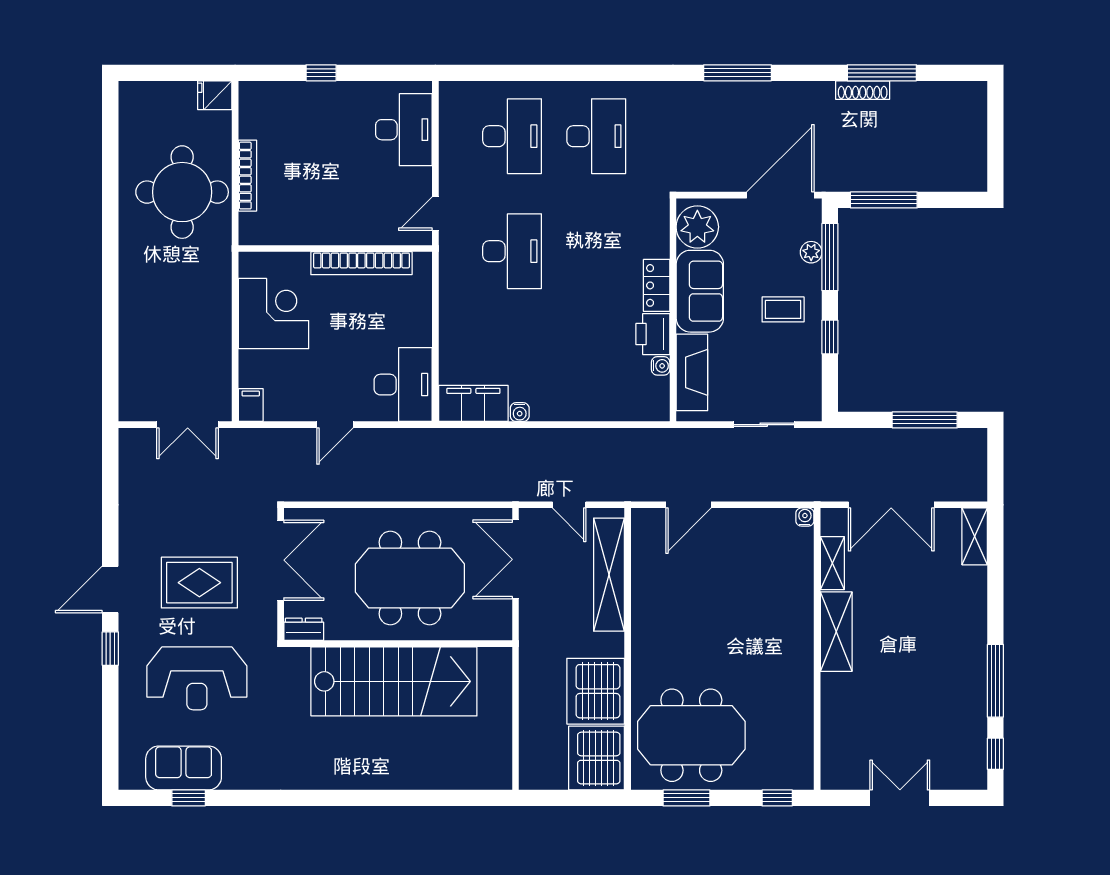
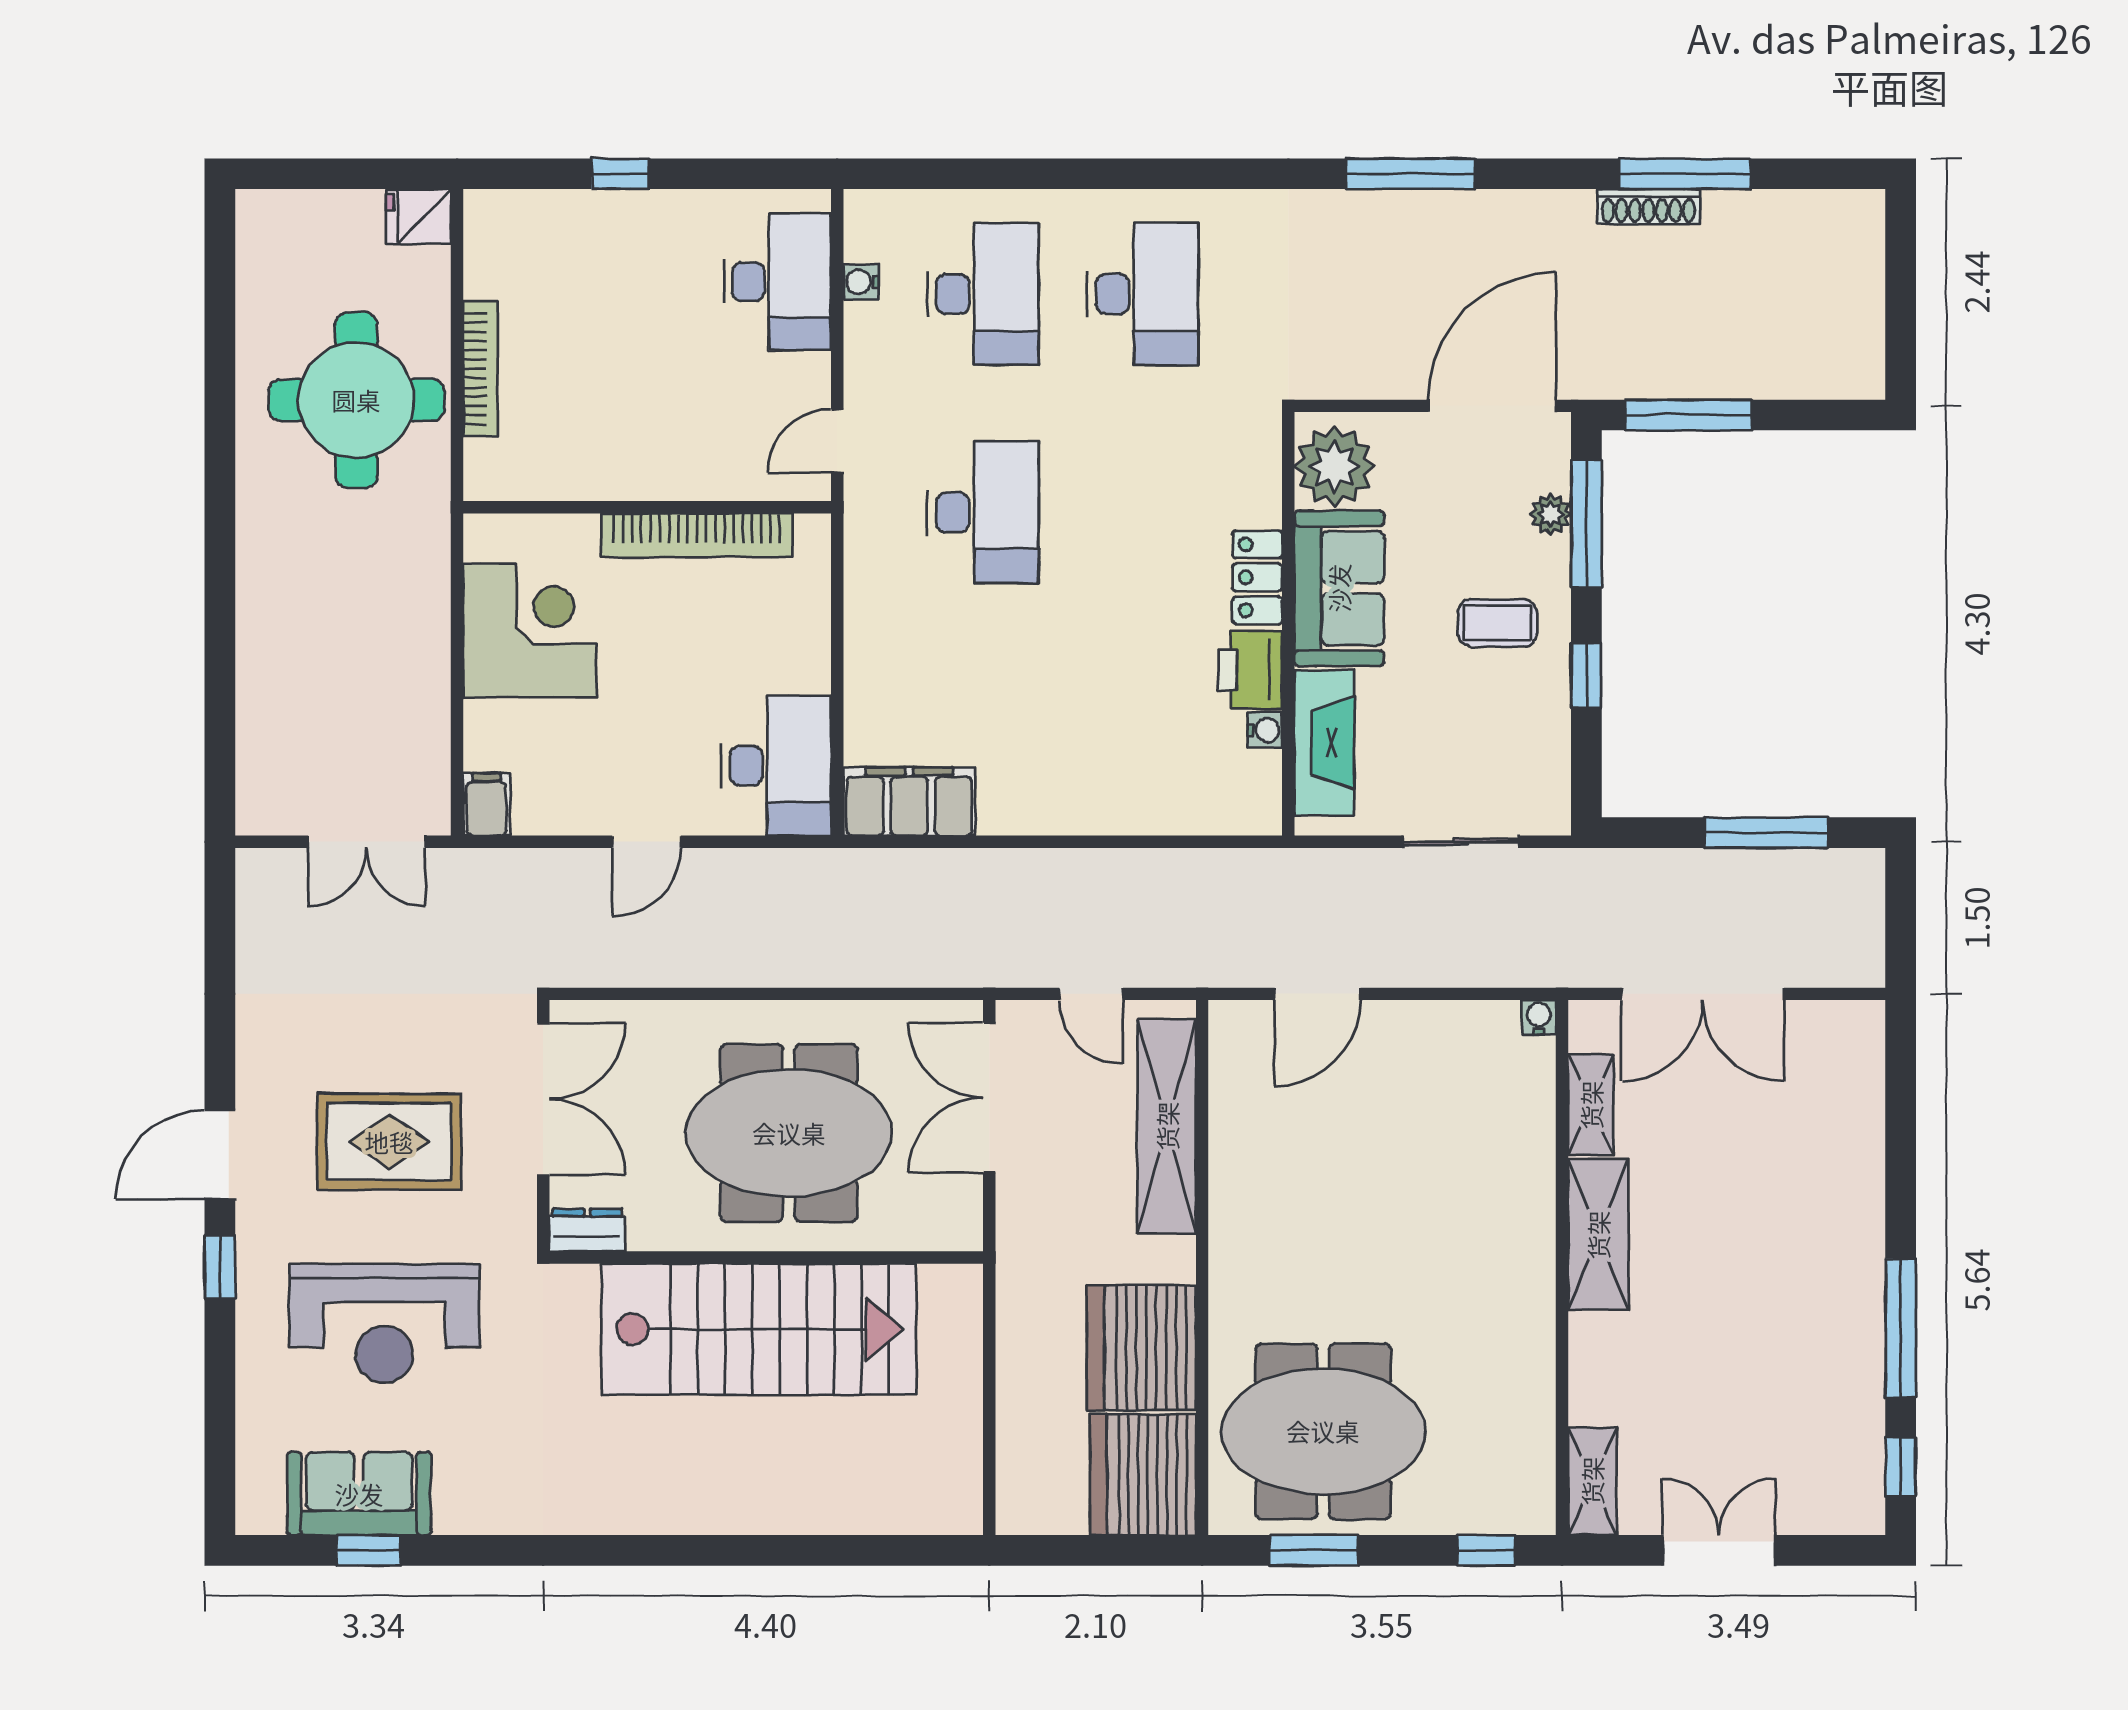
water cooler: (520, 412) -> (861, 282), moved, turned 90
shelving: (975, 536) -> (1592, 1481), moved

